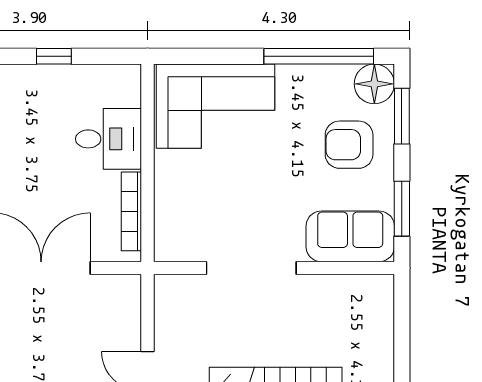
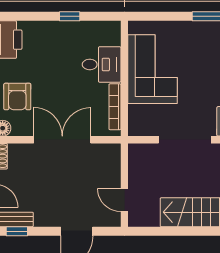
corner sofa: (215, 106) -> (153, 69), moved, turned -90

